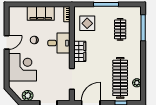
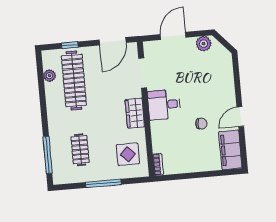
filing cabinet: (41, 13) -> (230, 150), moved, turned -90
desk: (59, 43) -> (164, 105), moved
corner desk: (23, 67) -> (214, 83), removed

